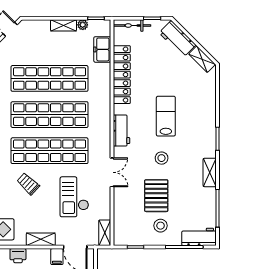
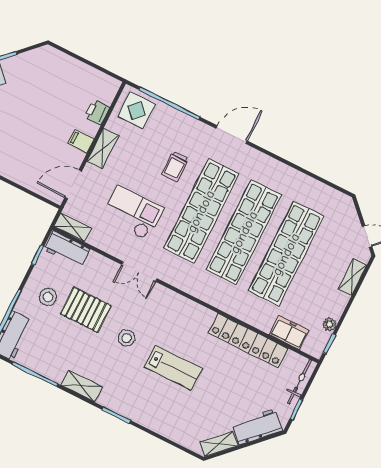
shelving: (63, 25) -> (352, 277), moved
workbench: (121, 130) -> (67, 249), moved
trolley: (28, 184) -> (175, 166), turned 137
filing cabinet: (57, 257) -> (81, 141), moved

